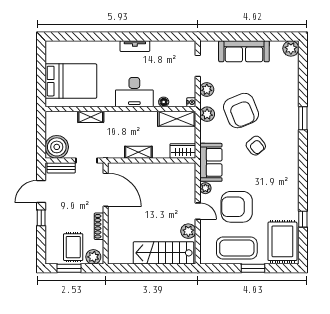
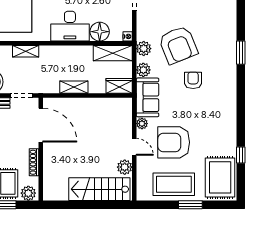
plant: (207, 90) -> (143, 70), moved
floor lamp: (164, 102) -> (100, 32), width x1.89, depth x1.89
armchair: (256, 146) -> (193, 80), turned -141

